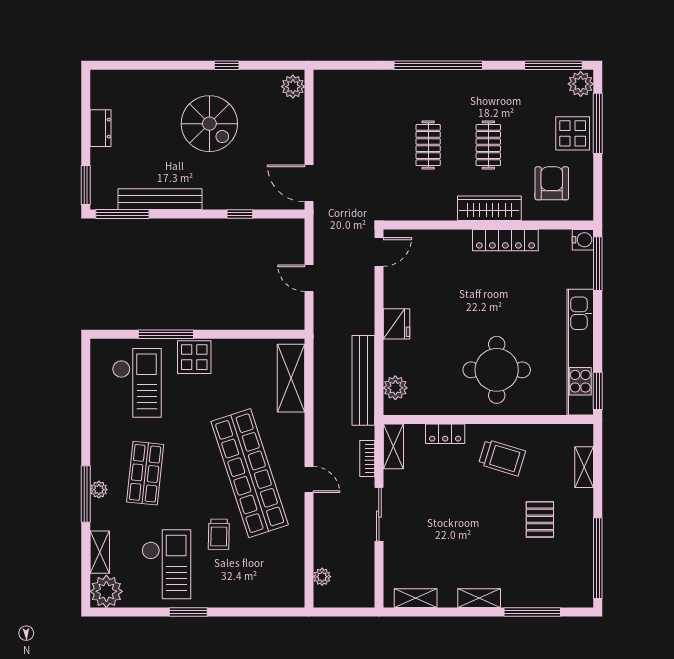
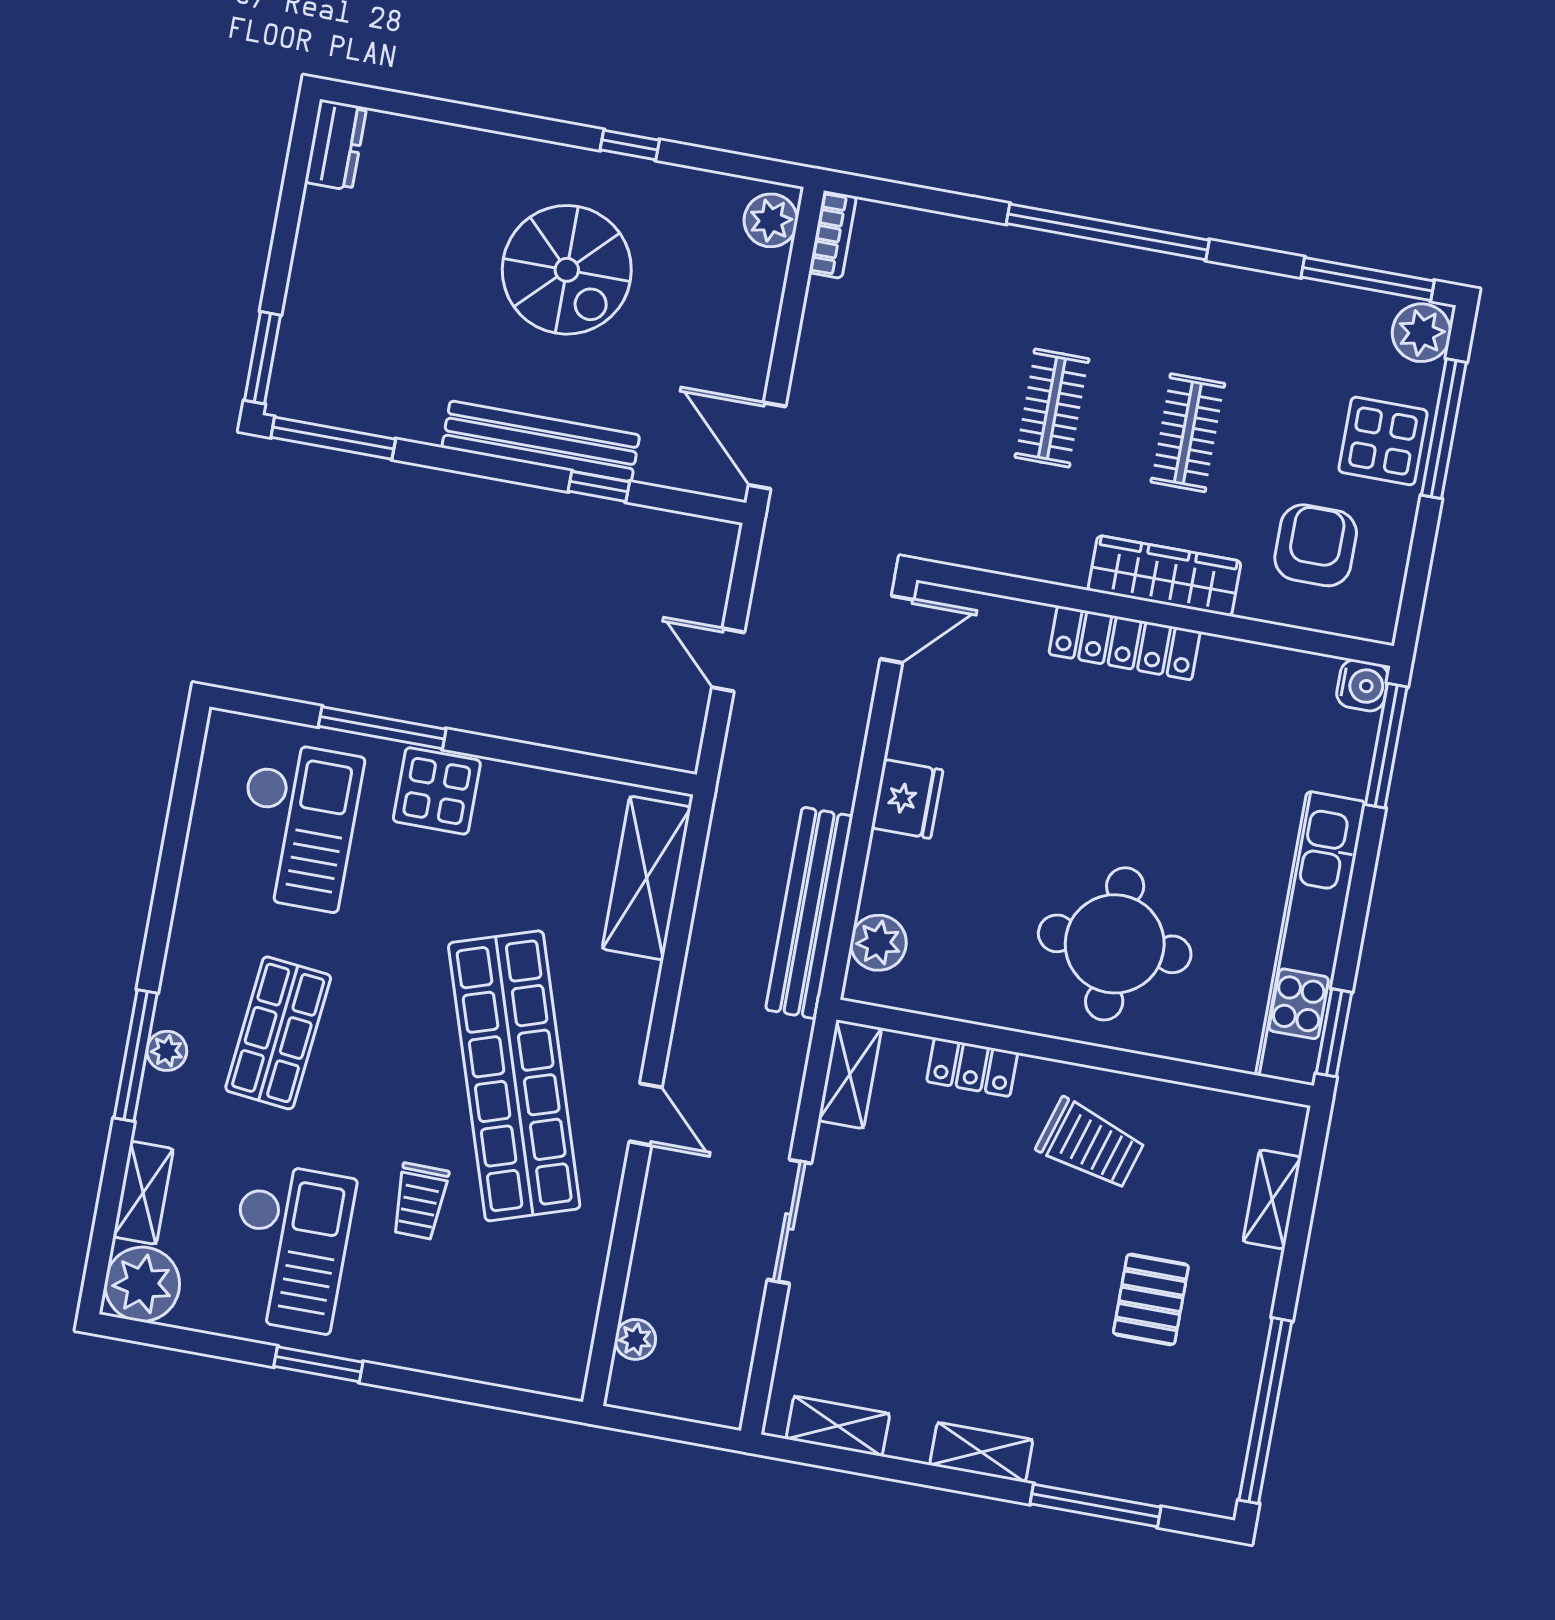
dresser: (101, 128) -> (336, 145), moved
bench: (160, 199) -> (541, 441), moved
locker: (505, 240) -> (1125, 643), moved
bookcase: (367, 458) -> (833, 235), moved, turned 180

